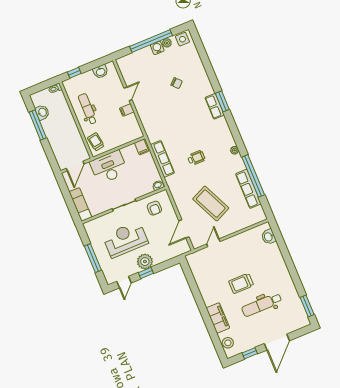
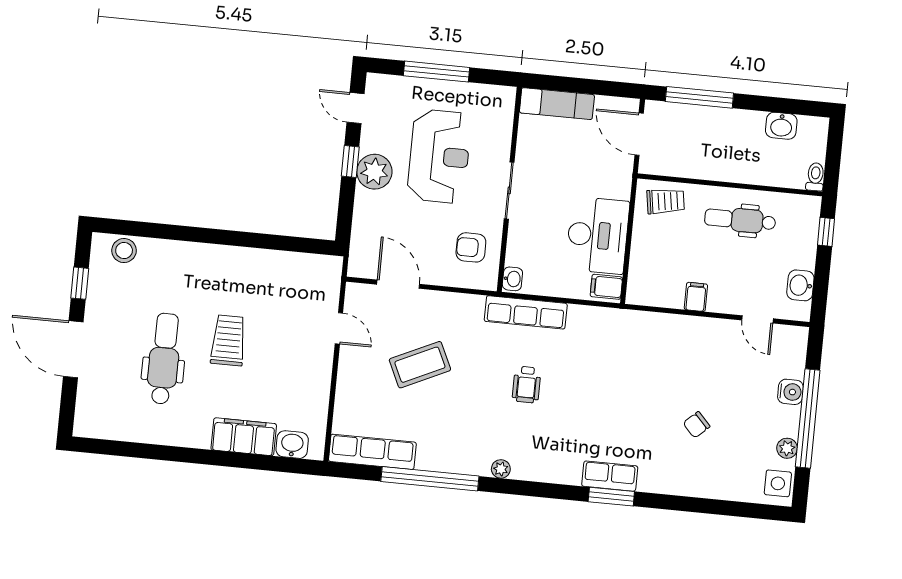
water cooler: (157, 48) -> (790, 392), moved
door: (128, 94) -> (757, 319), moved
dental chair: (88, 109) -> (740, 220), turned 180
window: (38, 125) -> (699, 97), moved
row of seats: (162, 159) -> (526, 312), moved
desk: (109, 167) -> (597, 235), moved
row of seats: (248, 189) -> (372, 452), moved
coffee table: (211, 204) -> (420, 365), width x0.73, depth x0.76
window: (307, 306) -> (113, 448), removed
filing cabinet: (218, 318) -> (244, 437), moved, turned 180

